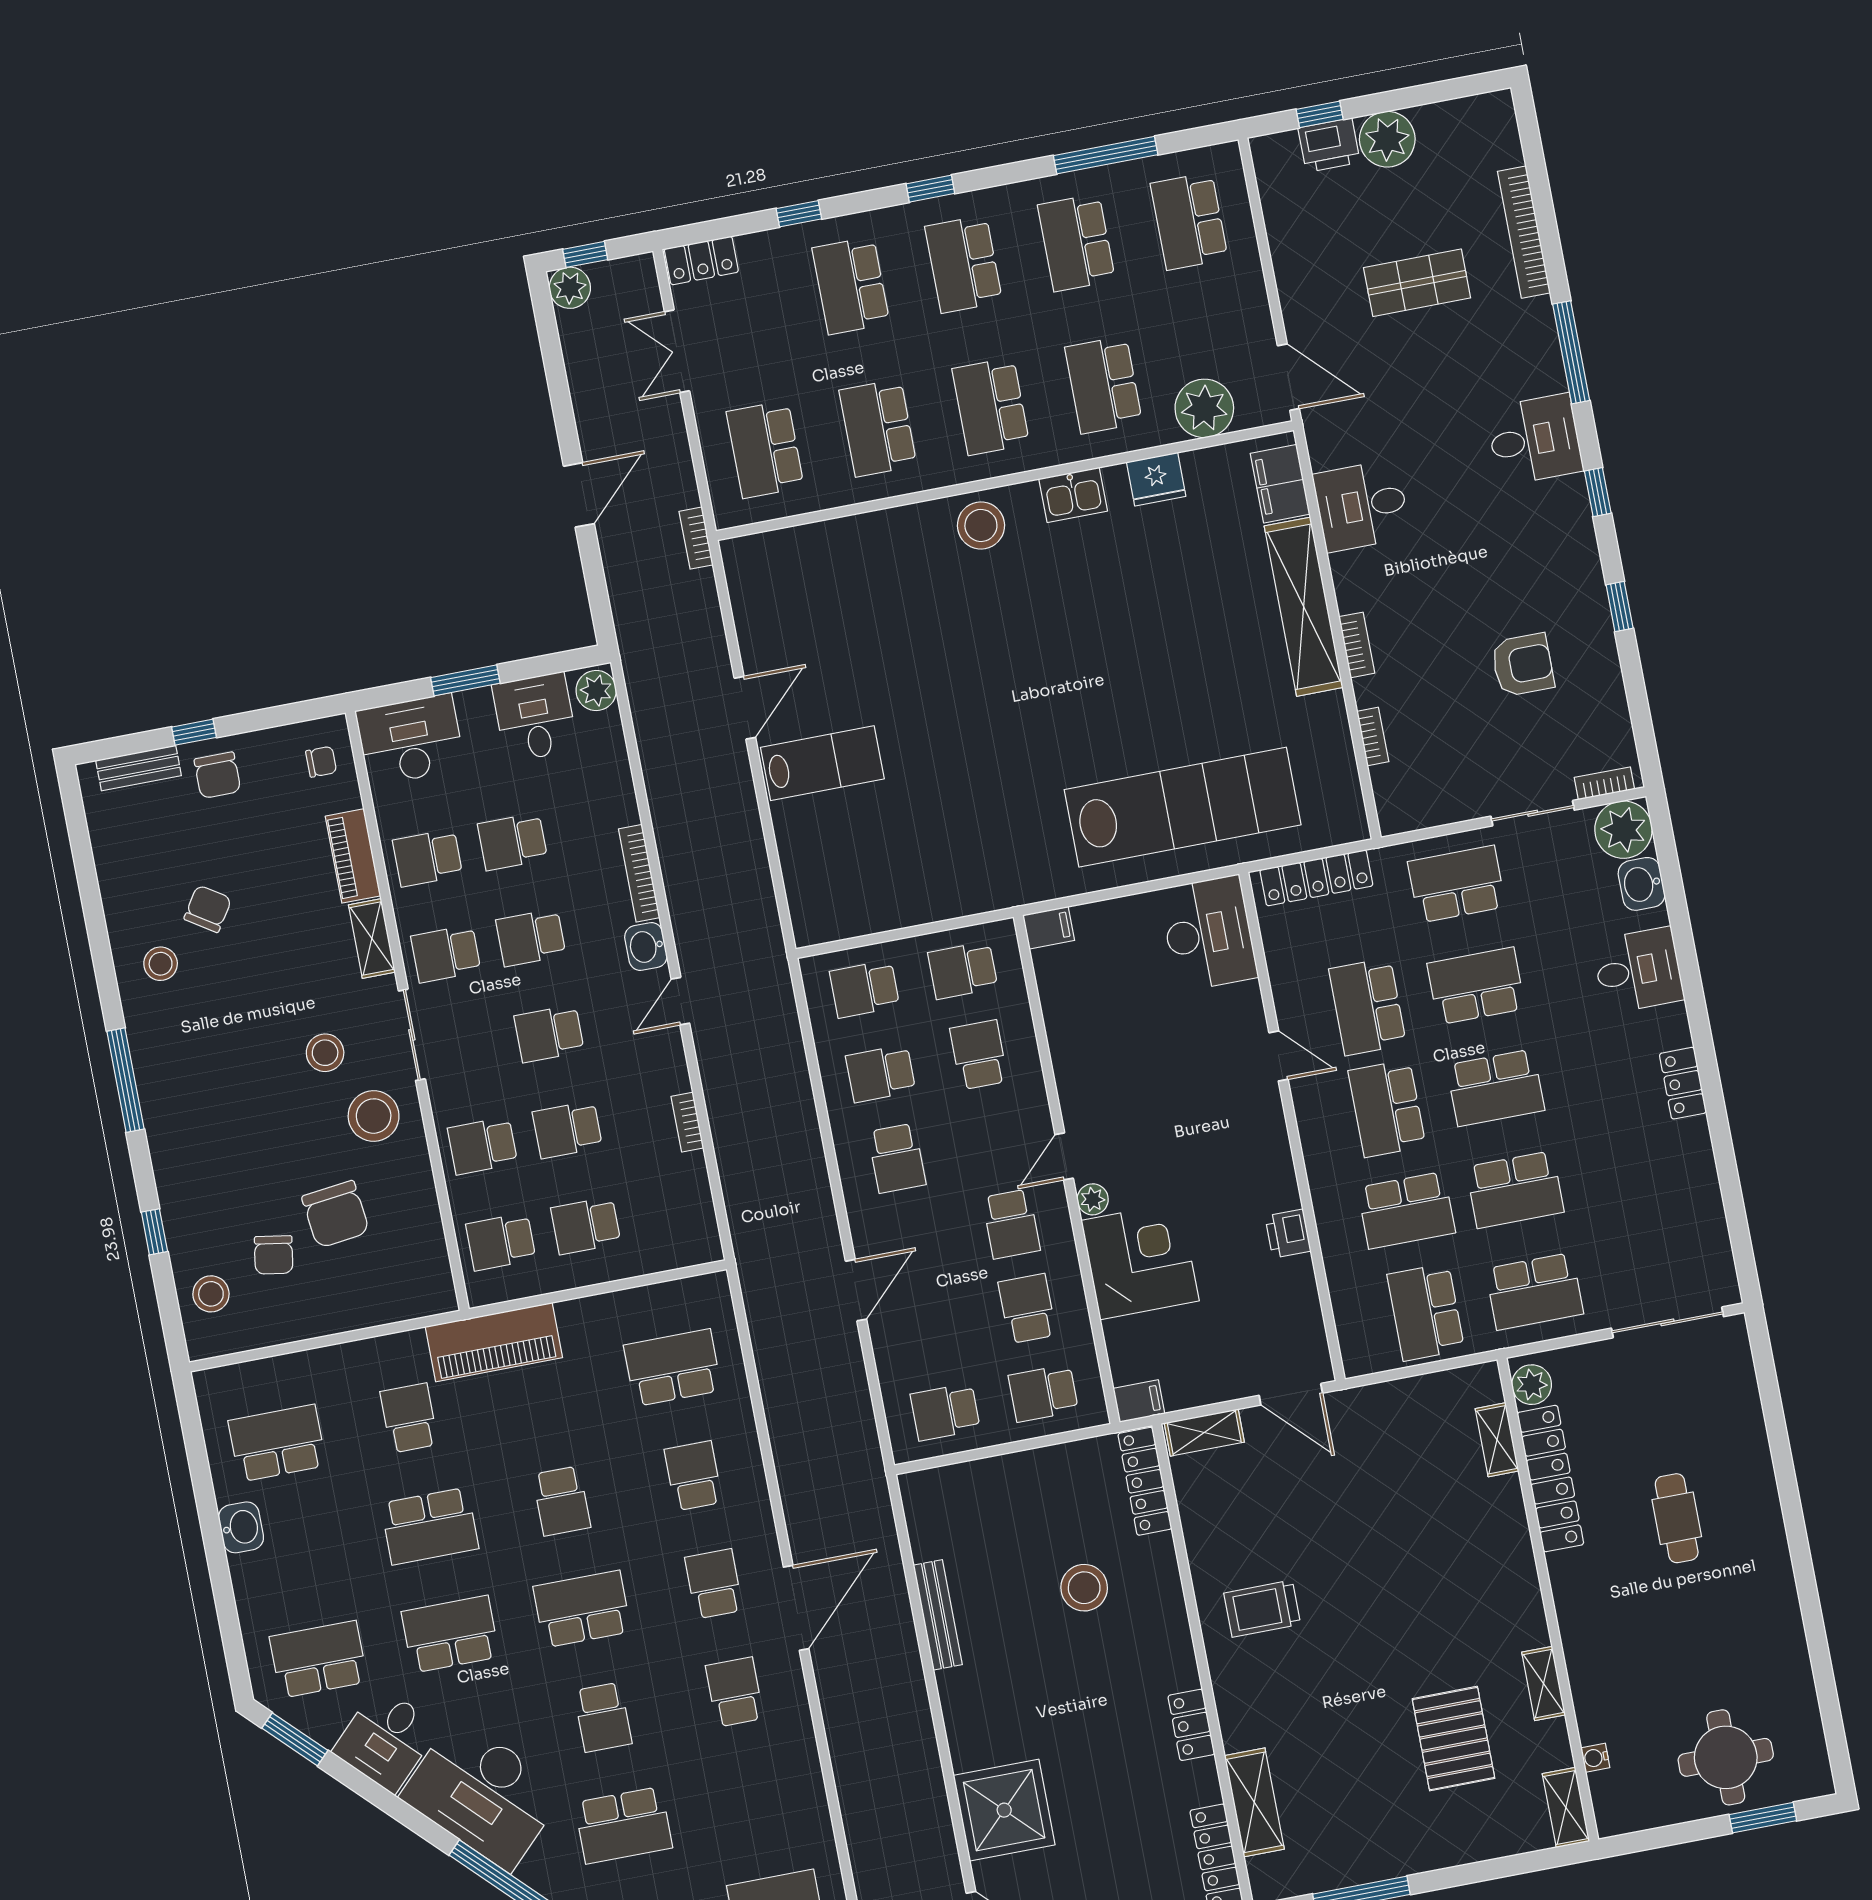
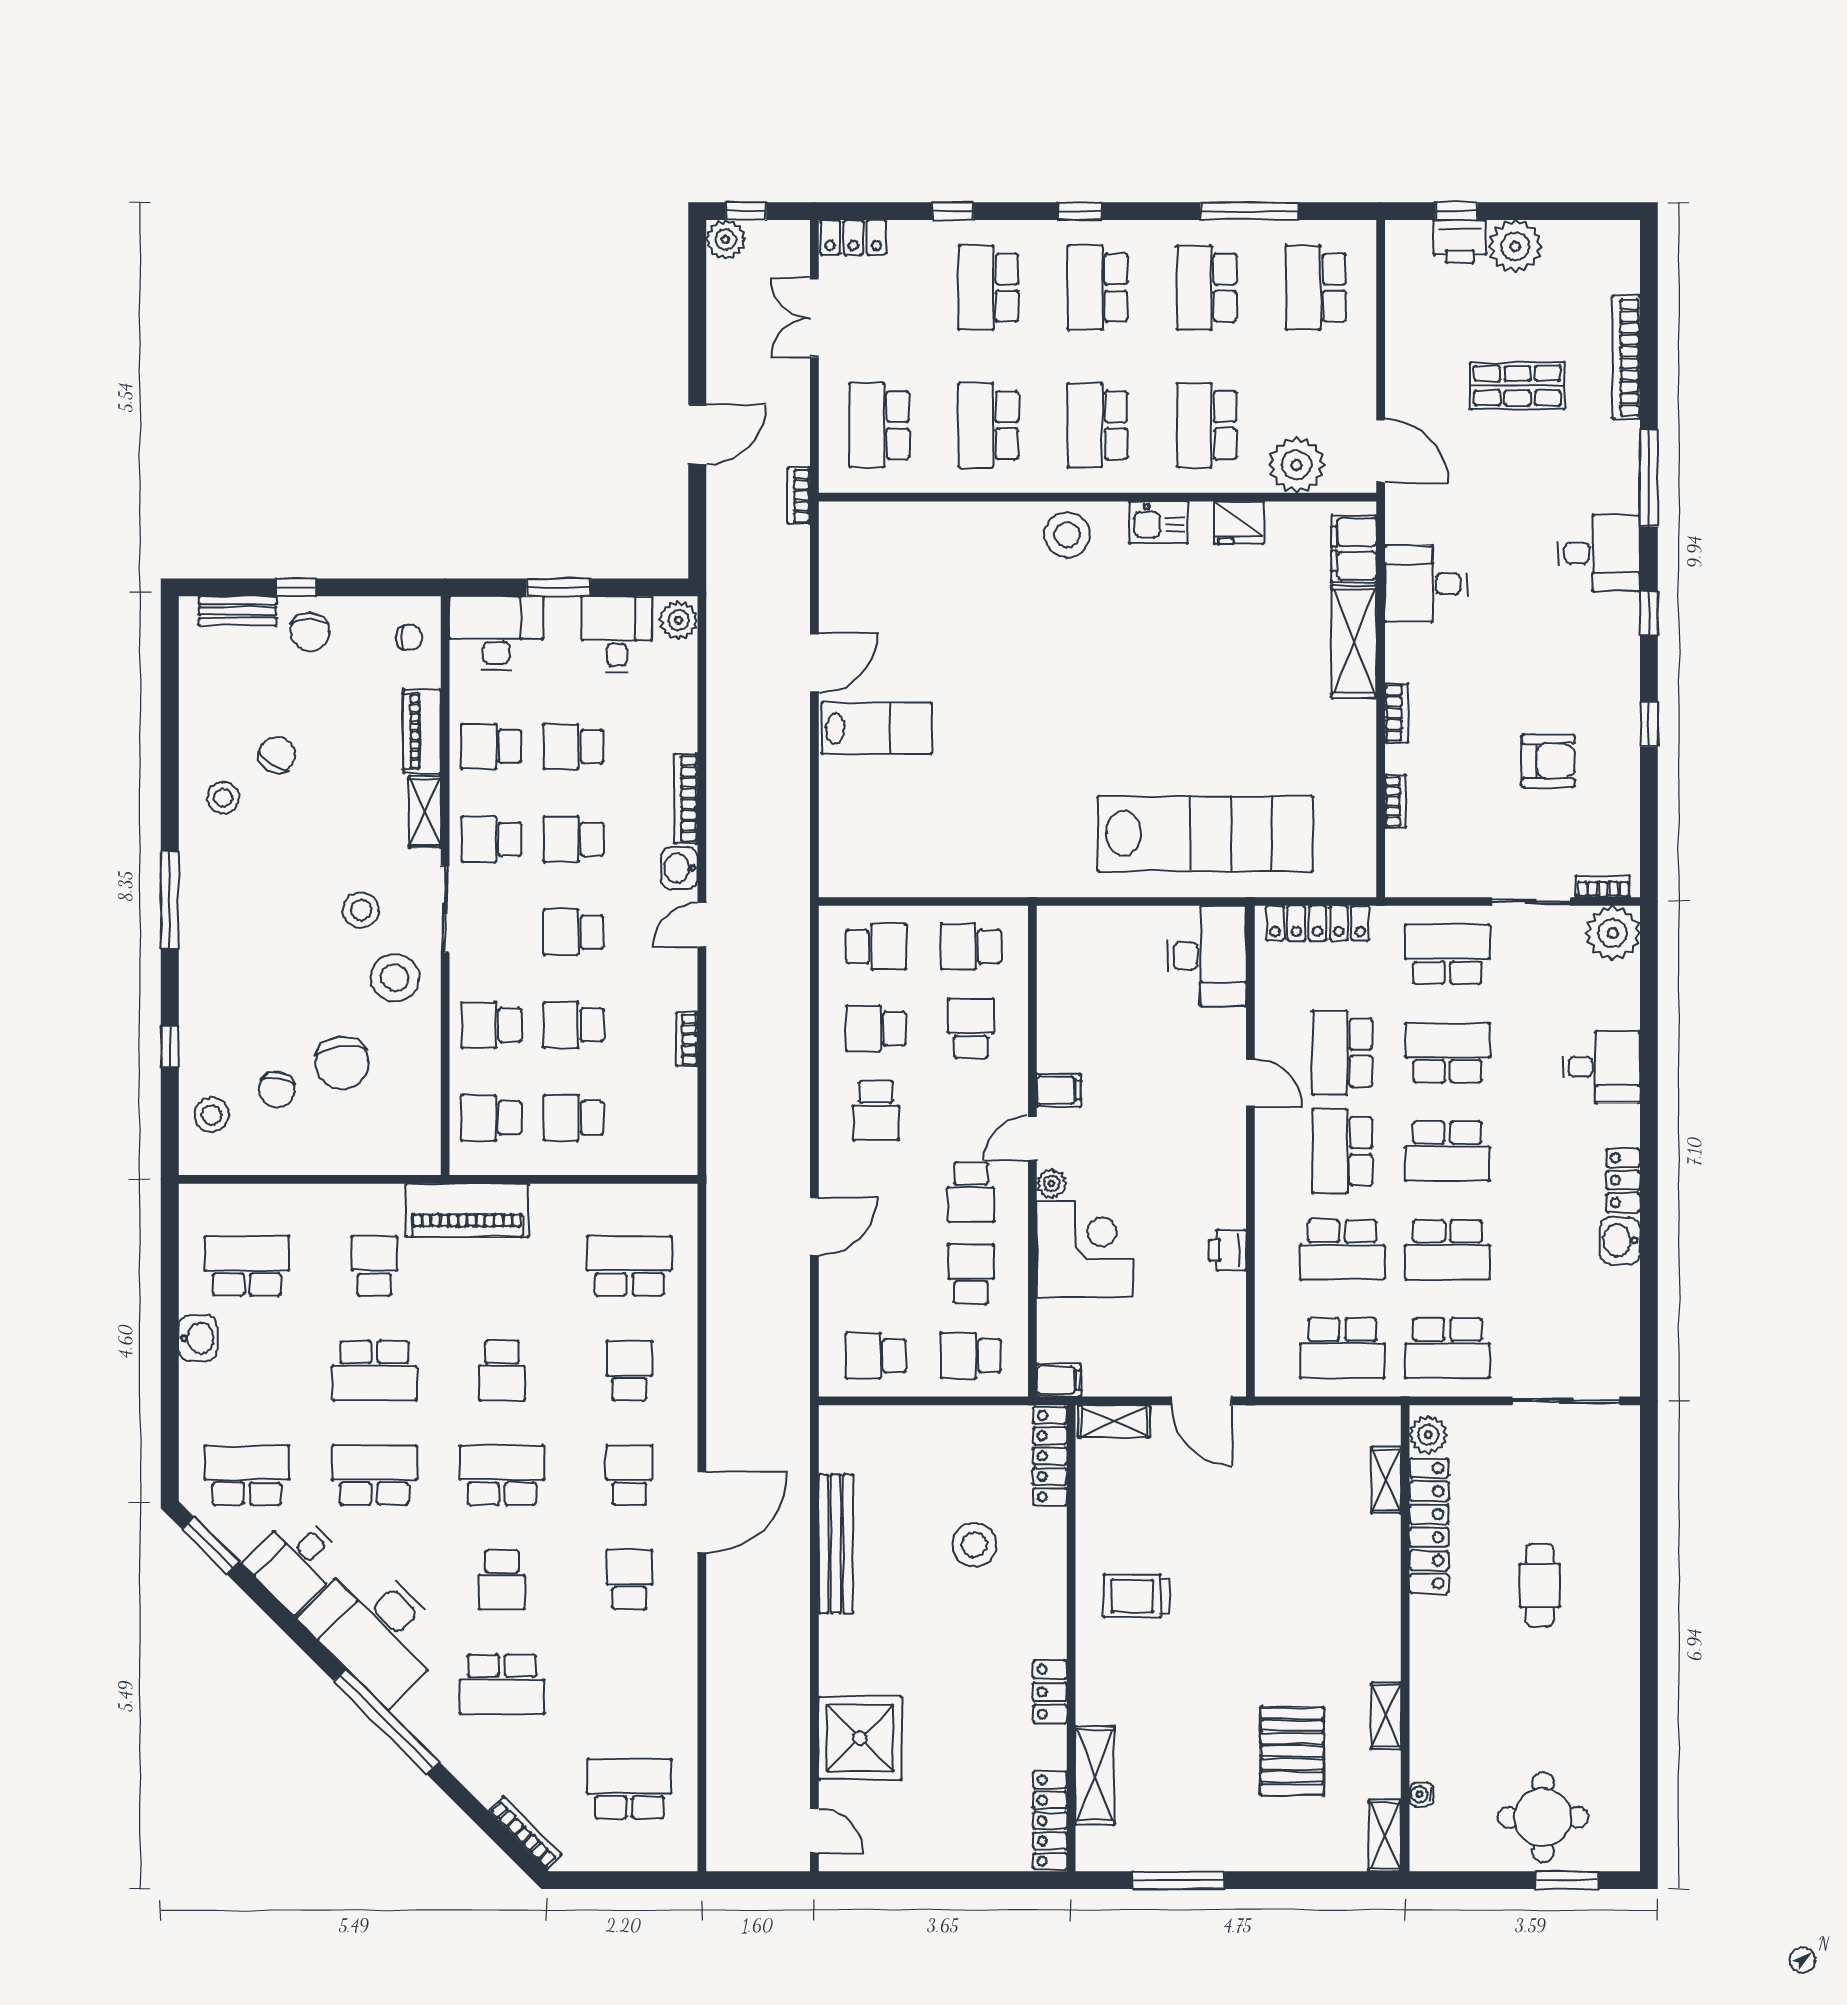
shelving: (1304, 607) -> (1354, 642), width x0.68
washbasin: (1642, 884) -> (1620, 1240), moved
filing cabinet: (1049, 928) -> (1059, 1090), moved
school desk: (865, 989) -> (876, 947), turned 180
school desk: (1426, 1312) -> (1342, 1348), turned -90
bench: (938, 1615) -> (836, 1544), width x1.37, depth x1.21

